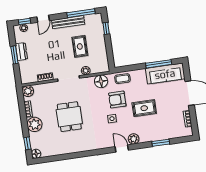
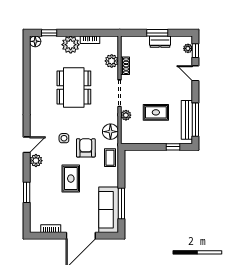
bench: (68, 22) -> (187, 120), moved
plant: (28, 91) -> (112, 61), moved
dining table: (69, 117) -> (74, 88), width x1.38

